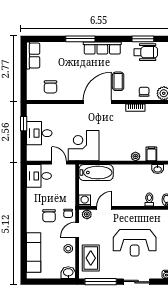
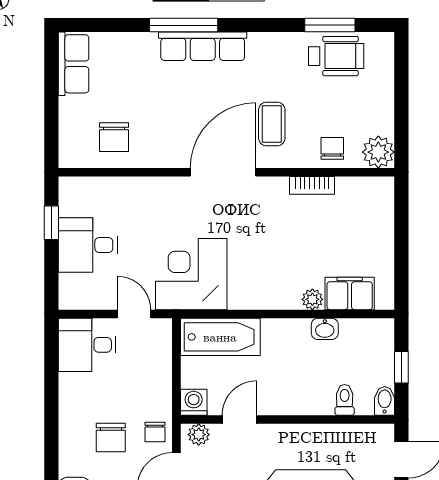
row of seats: (102, 48) -> (203, 46), moved
filing cabinet: (151, 154) -> (350, 293), width x2.00
washbasin: (158, 169) -> (325, 329), moved

